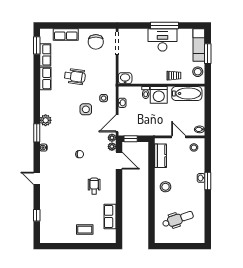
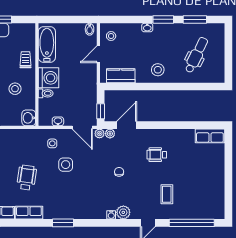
stool: (198, 72) -> (15, 89), moved
plant: (46, 120) -> (123, 212), moved
window: (37, 133) -> (63, 223), moved
window: (208, 181) -> (163, 19), moved
window: (37, 215) -> (192, 223), width x3.17
row of seats: (110, 216) -> (210, 136), moved
window: (208, 218) -> (195, 19), added
dental chair: (178, 219) -> (196, 55), turned 45
coffee table: (85, 230) -> (167, 194), moved

